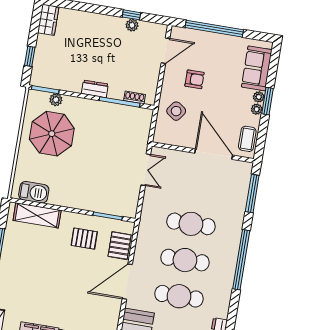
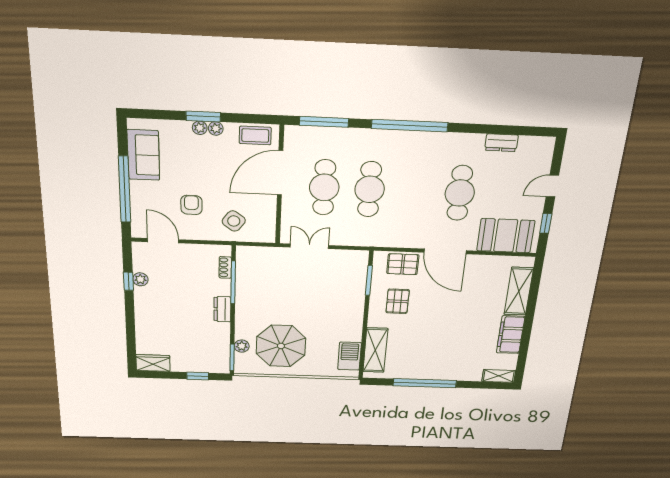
sofa: (257, 68) -> (143, 155), moved, turned -90
cafe table: (185, 260) -> (324, 187), moved

